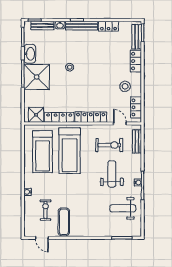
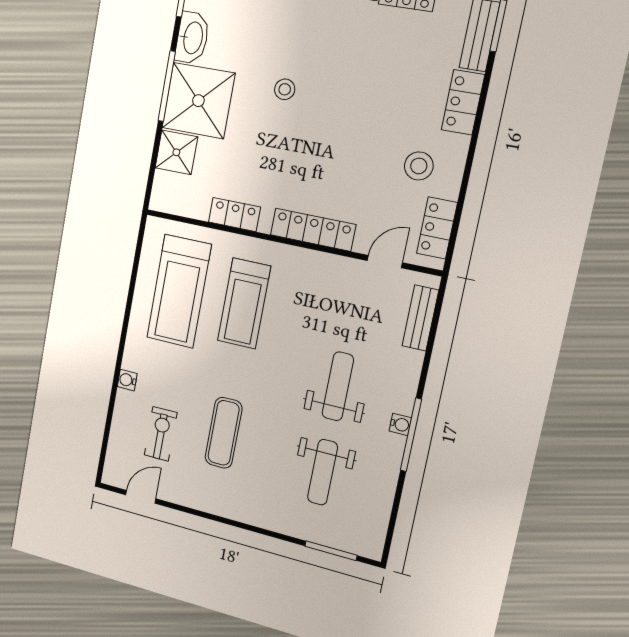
shower: (36, 115) -> (176, 152), moved
locker: (59, 117) -> (234, 214), width x0.66
door: (120, 123) -> (385, 262), hinge flipped
exercise bike: (109, 145) -> (346, 312), removed
treadmill: (70, 151) -> (244, 303), width x0.73, depth x0.73
weight bench: (123, 208) -> (323, 472), moved, turned -90
exercise mat: (64, 222) -> (224, 433), moved
door: (42, 238) -> (141, 497), swing flipped

